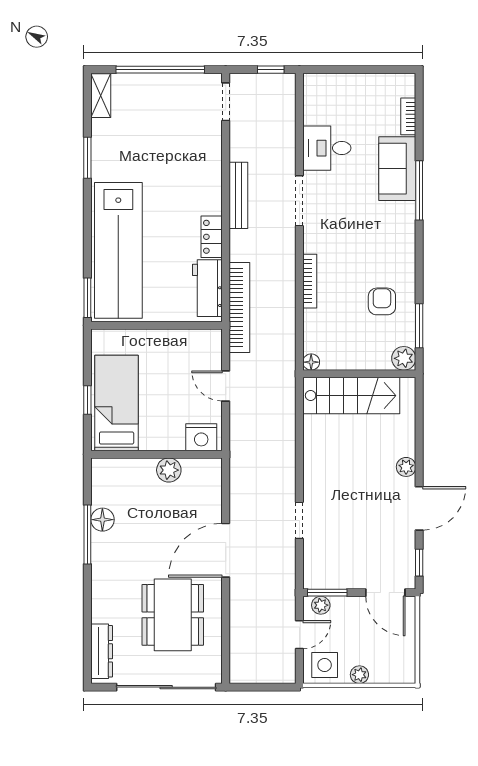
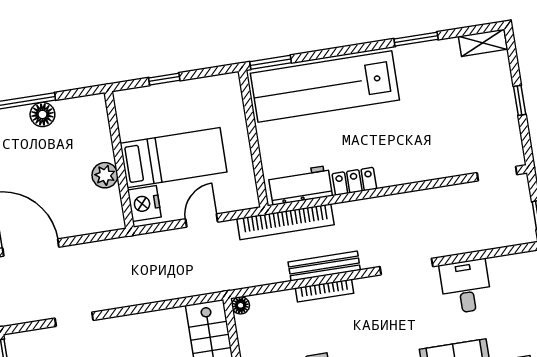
window: (160, 70) -> (520, 100), width x0.32
bench: (238, 195) -> (324, 266), moved
bed: (117, 403) -> (174, 158), moved

